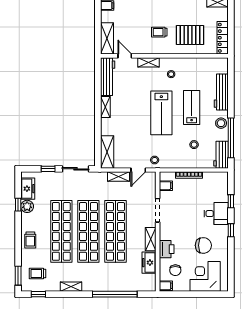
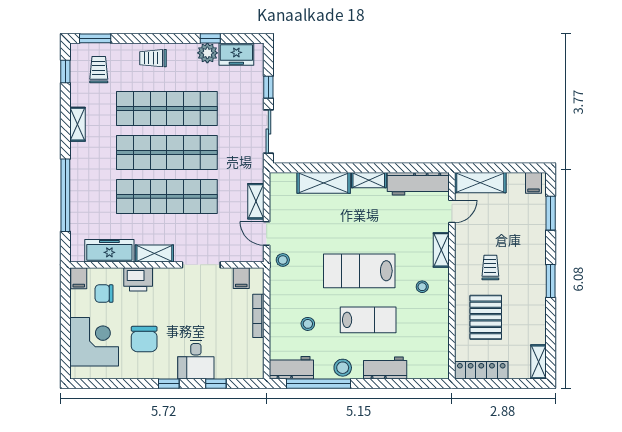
workbench: (221, 92) -> (385, 368), width x0.73
shelving: (107, 152) -> (324, 183), moved
freezer: (149, 263) -> (109, 251), width x1.40

